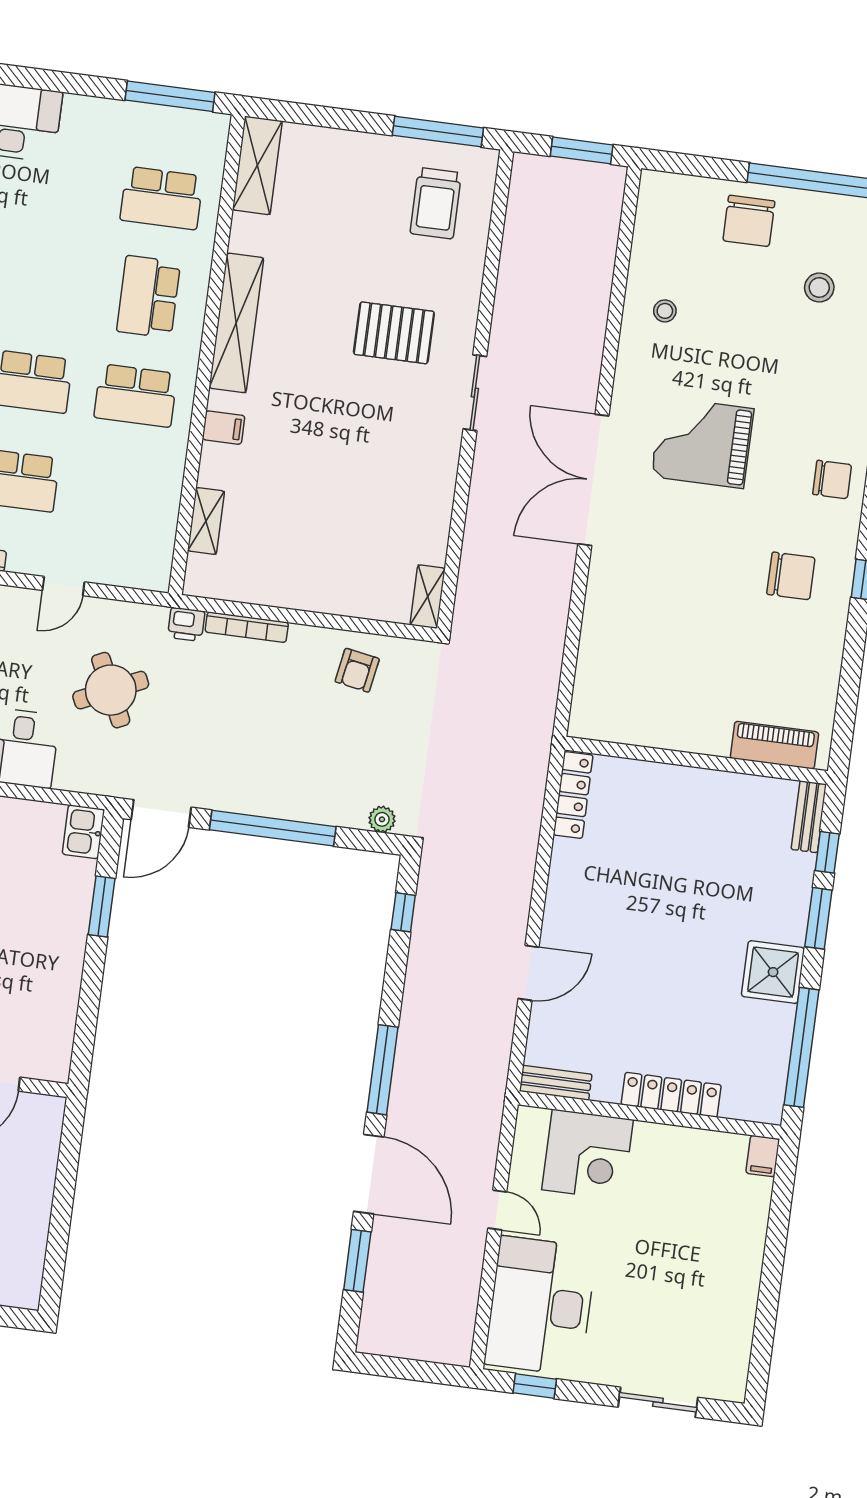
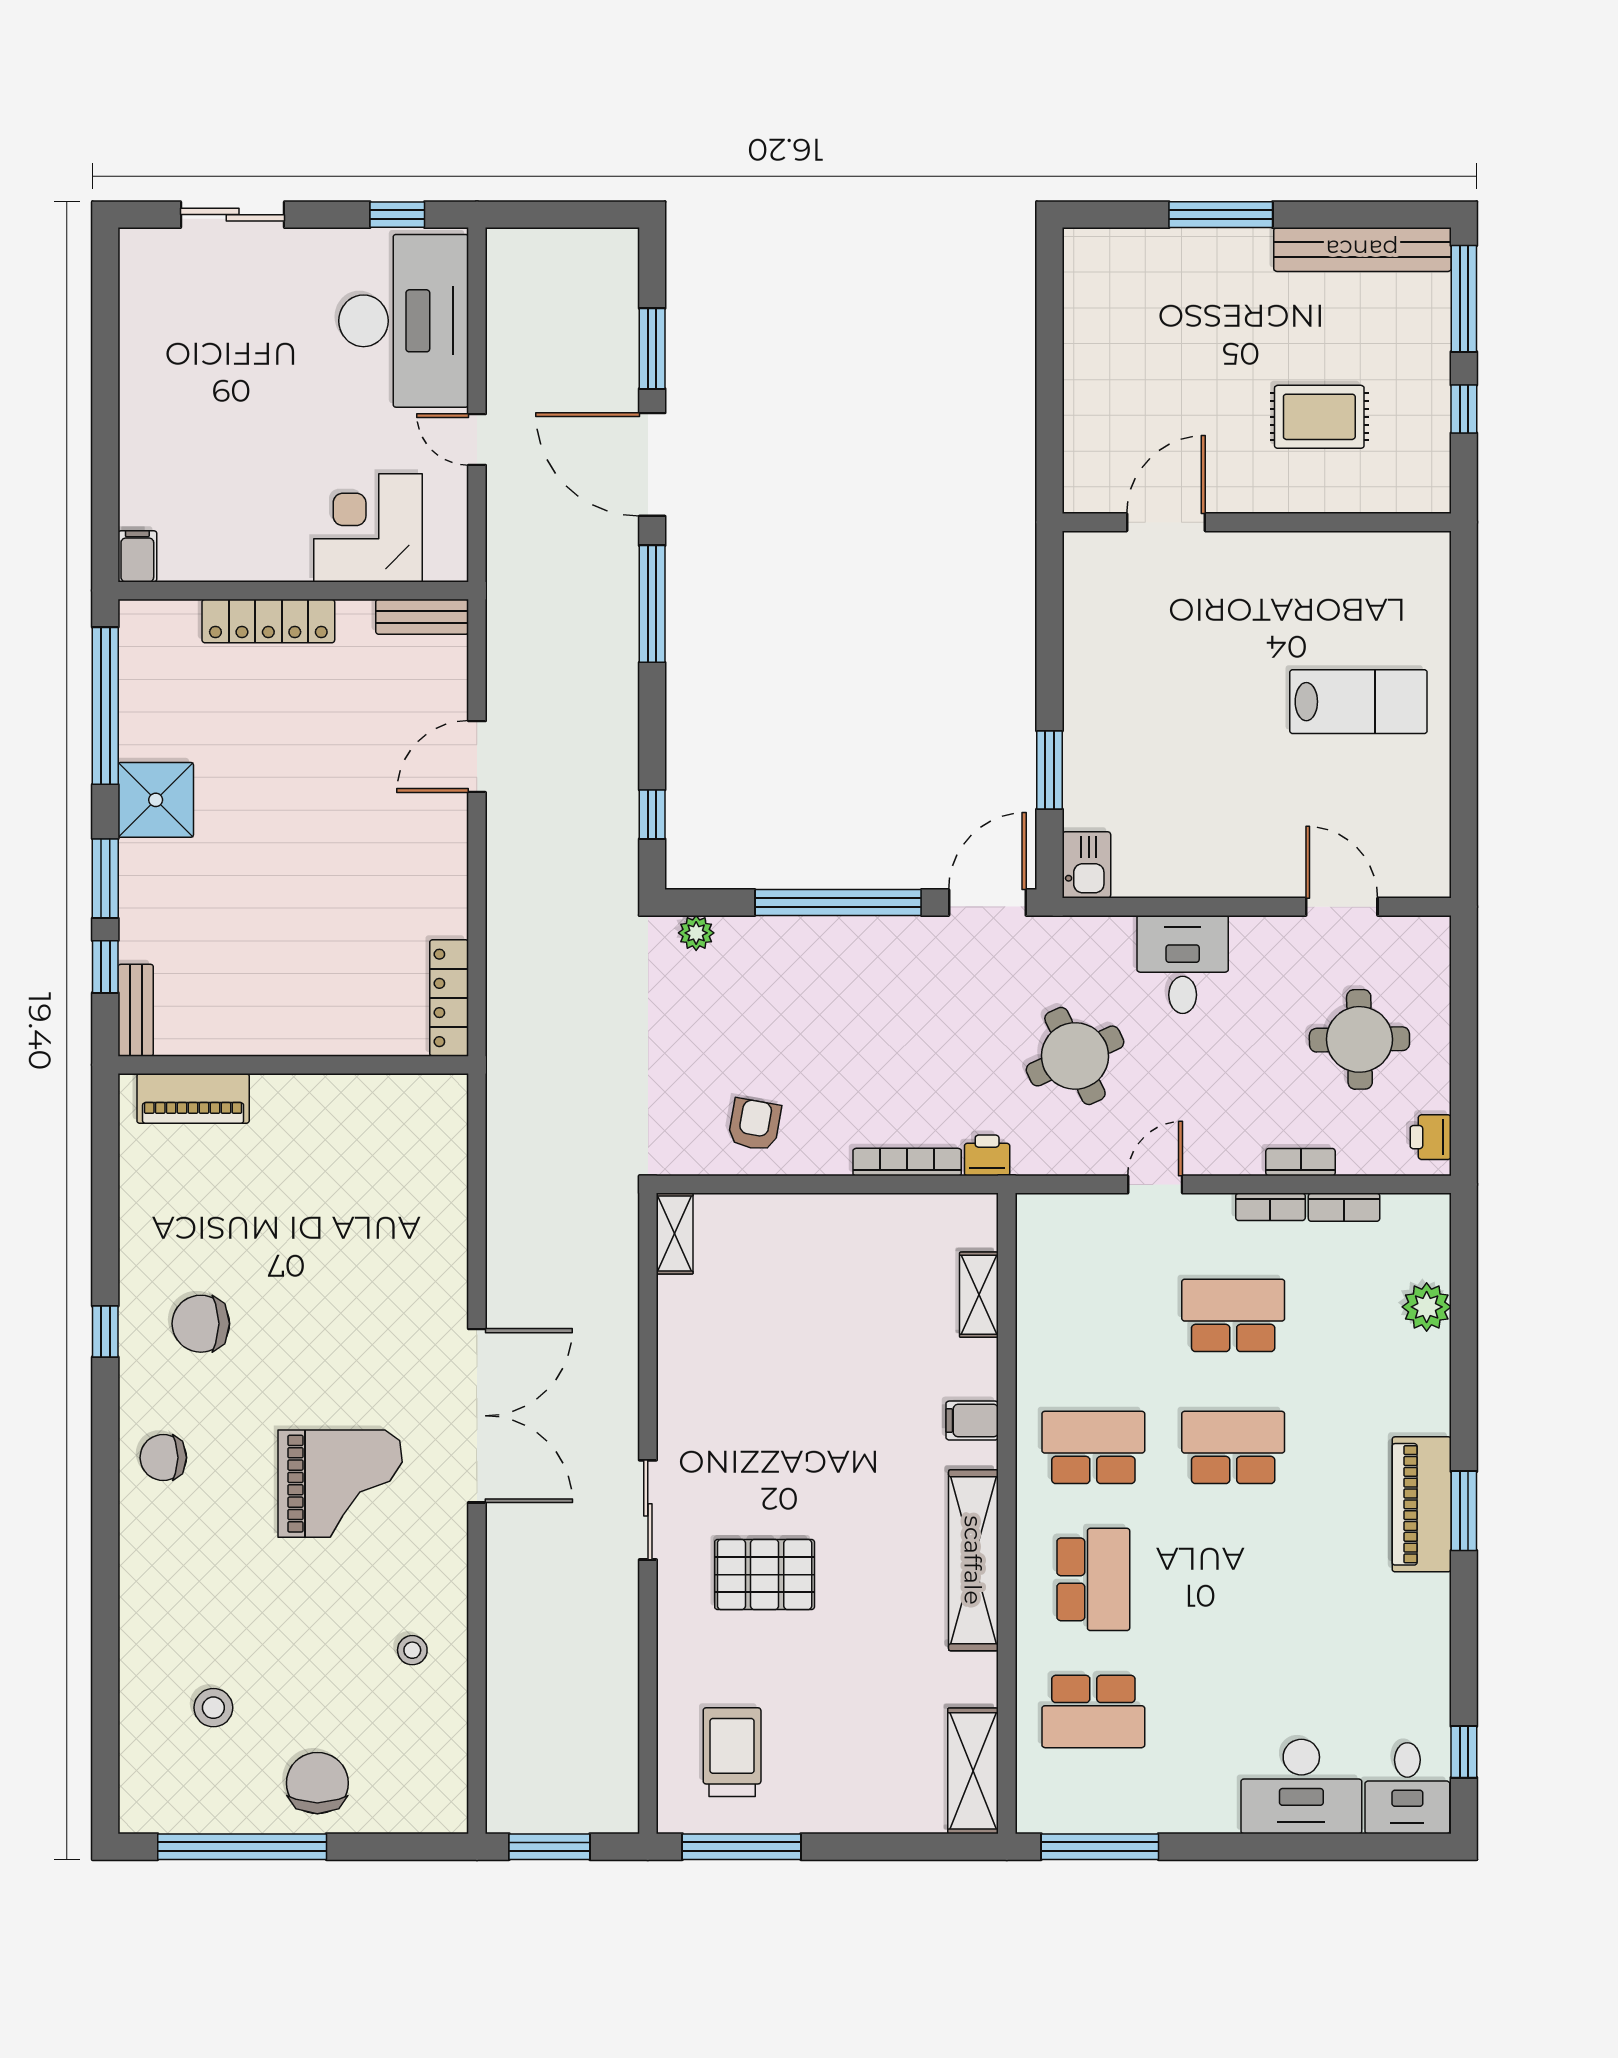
school desk: (162, 198) -> (1093, 1711), turned 180

